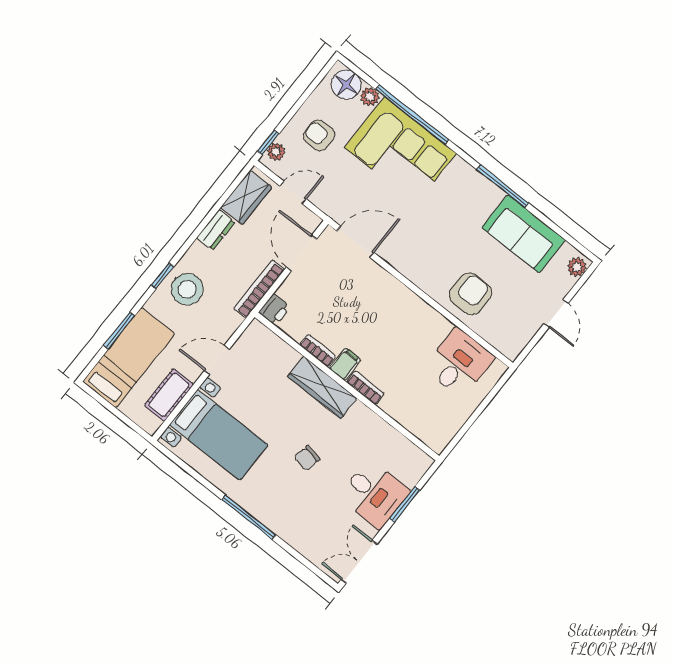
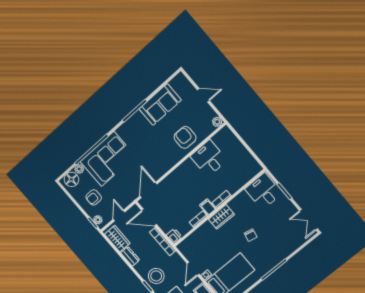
plant: (577, 267) -> (217, 122), moved
desk: (459, 363) -> (209, 158), moved
wardrobe: (322, 387) -> (221, 217), width x0.67
desk: (374, 494) -> (263, 191), moved, turned -90

